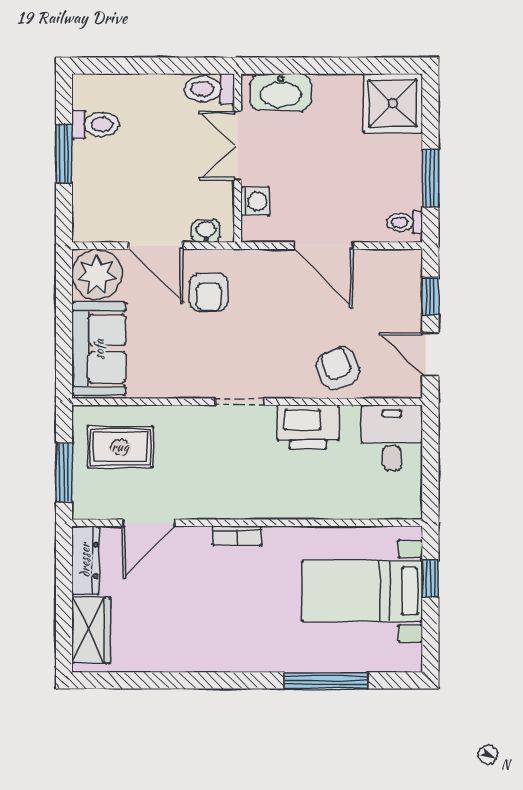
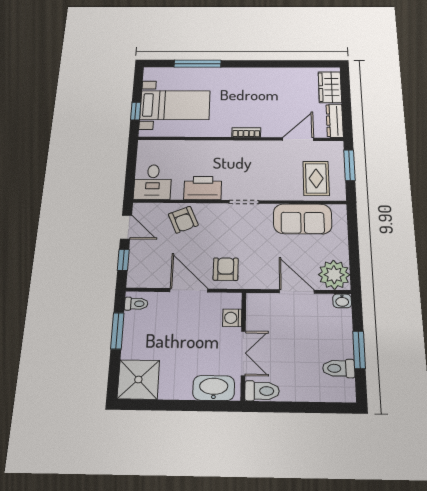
washbasin: (206, 231) -> (342, 301), moved
armchair: (209, 292) -> (226, 269), moved
sofa: (99, 349) -> (303, 219), moved, turned -90
rug: (120, 447) -> (316, 178), turned 90

